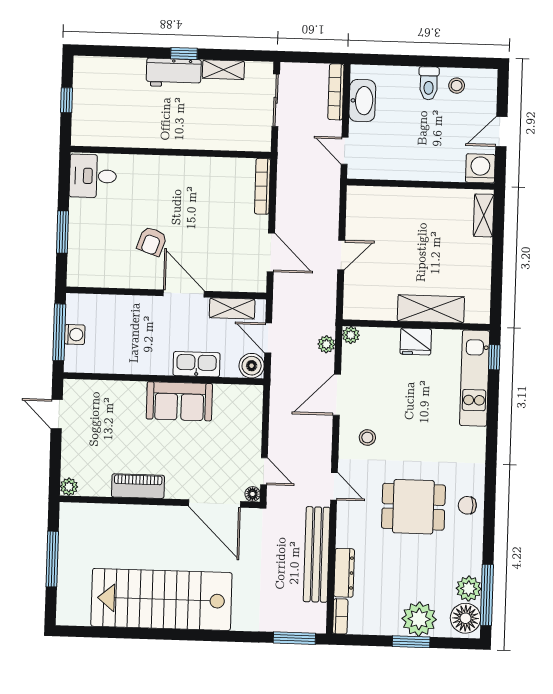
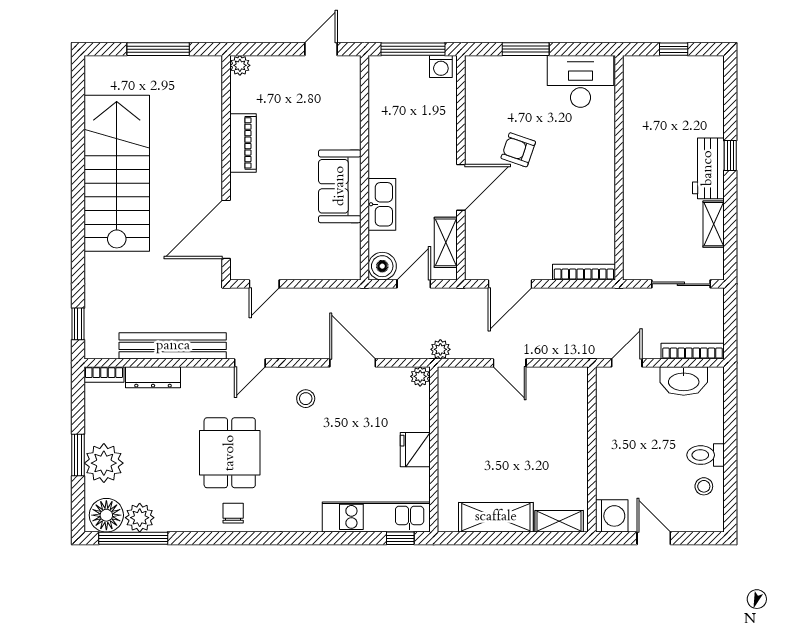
window: (184, 54) -> (730, 155), moved
desk: (93, 176) -> (581, 81), width x1.37
shelving: (431, 309) -> (496, 517), moved, turned 90
washing machine: (75, 335) -> (441, 67), moved
plant: (326, 344) -> (440, 349), moved
floor lamp: (253, 494) -> (238, 272), removed
window: (294, 638) -> (78, 324), width x0.67

